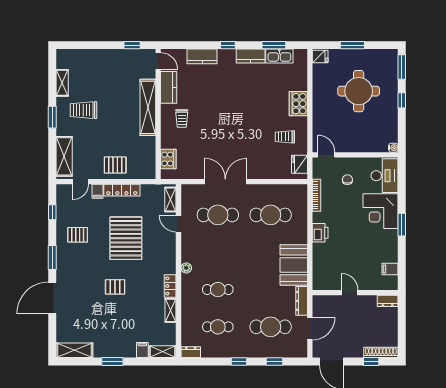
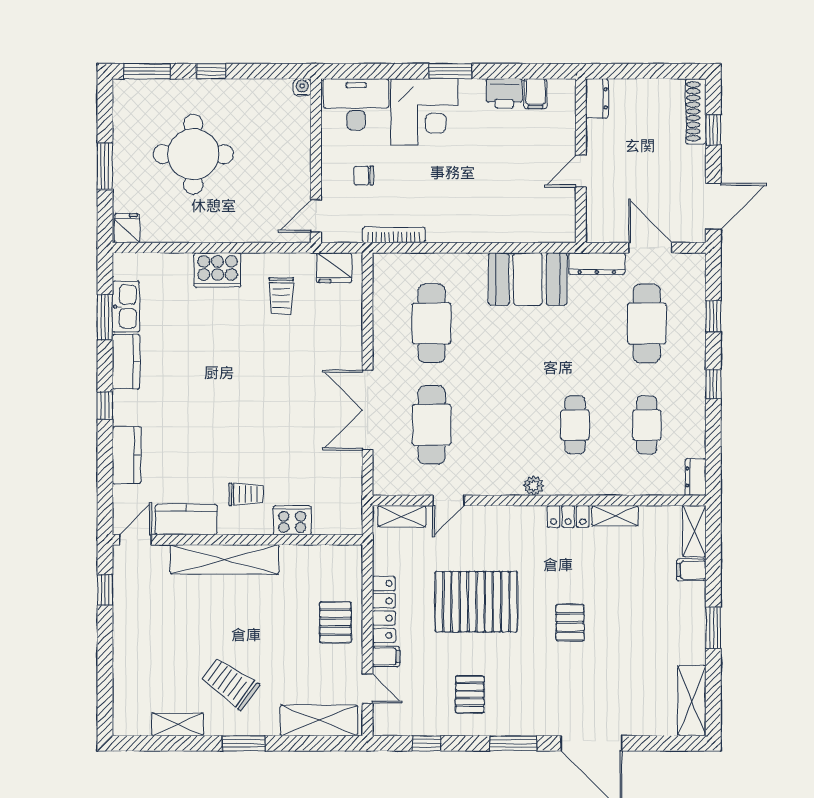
trolley: (83, 110) -> (230, 683), turned 126
cooker: (168, 159) -> (292, 520), moved
printer: (320, 233) -> (504, 93), moved, turned 180

